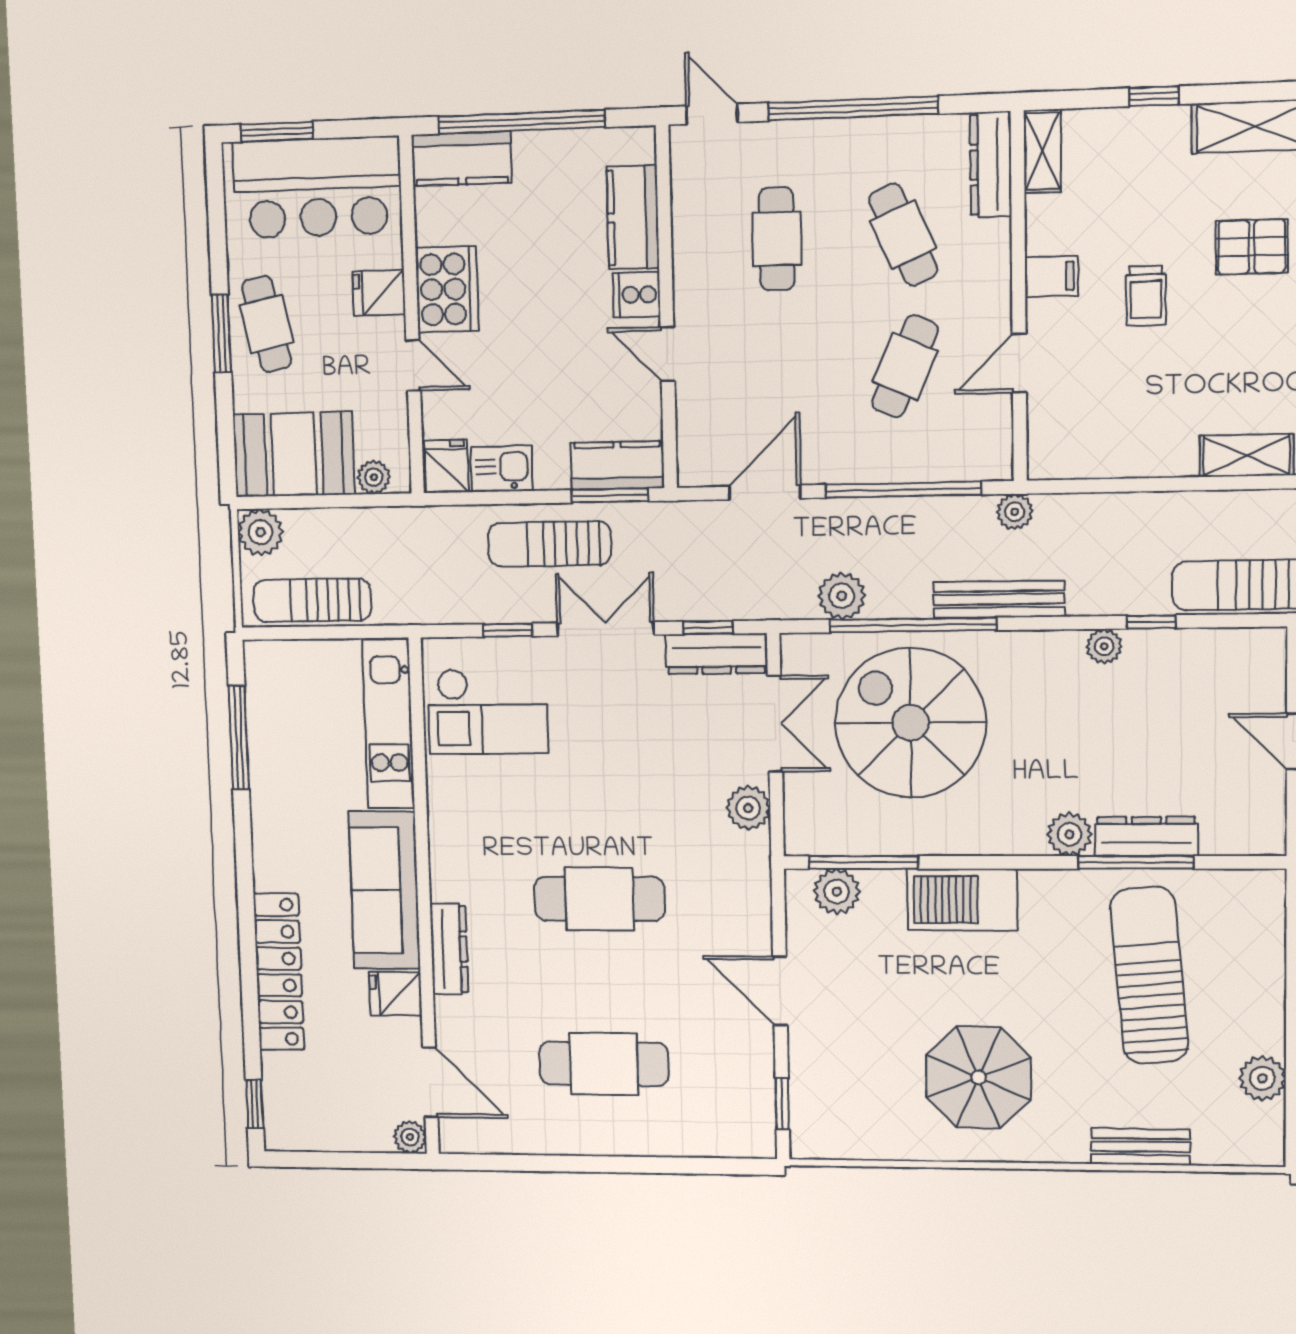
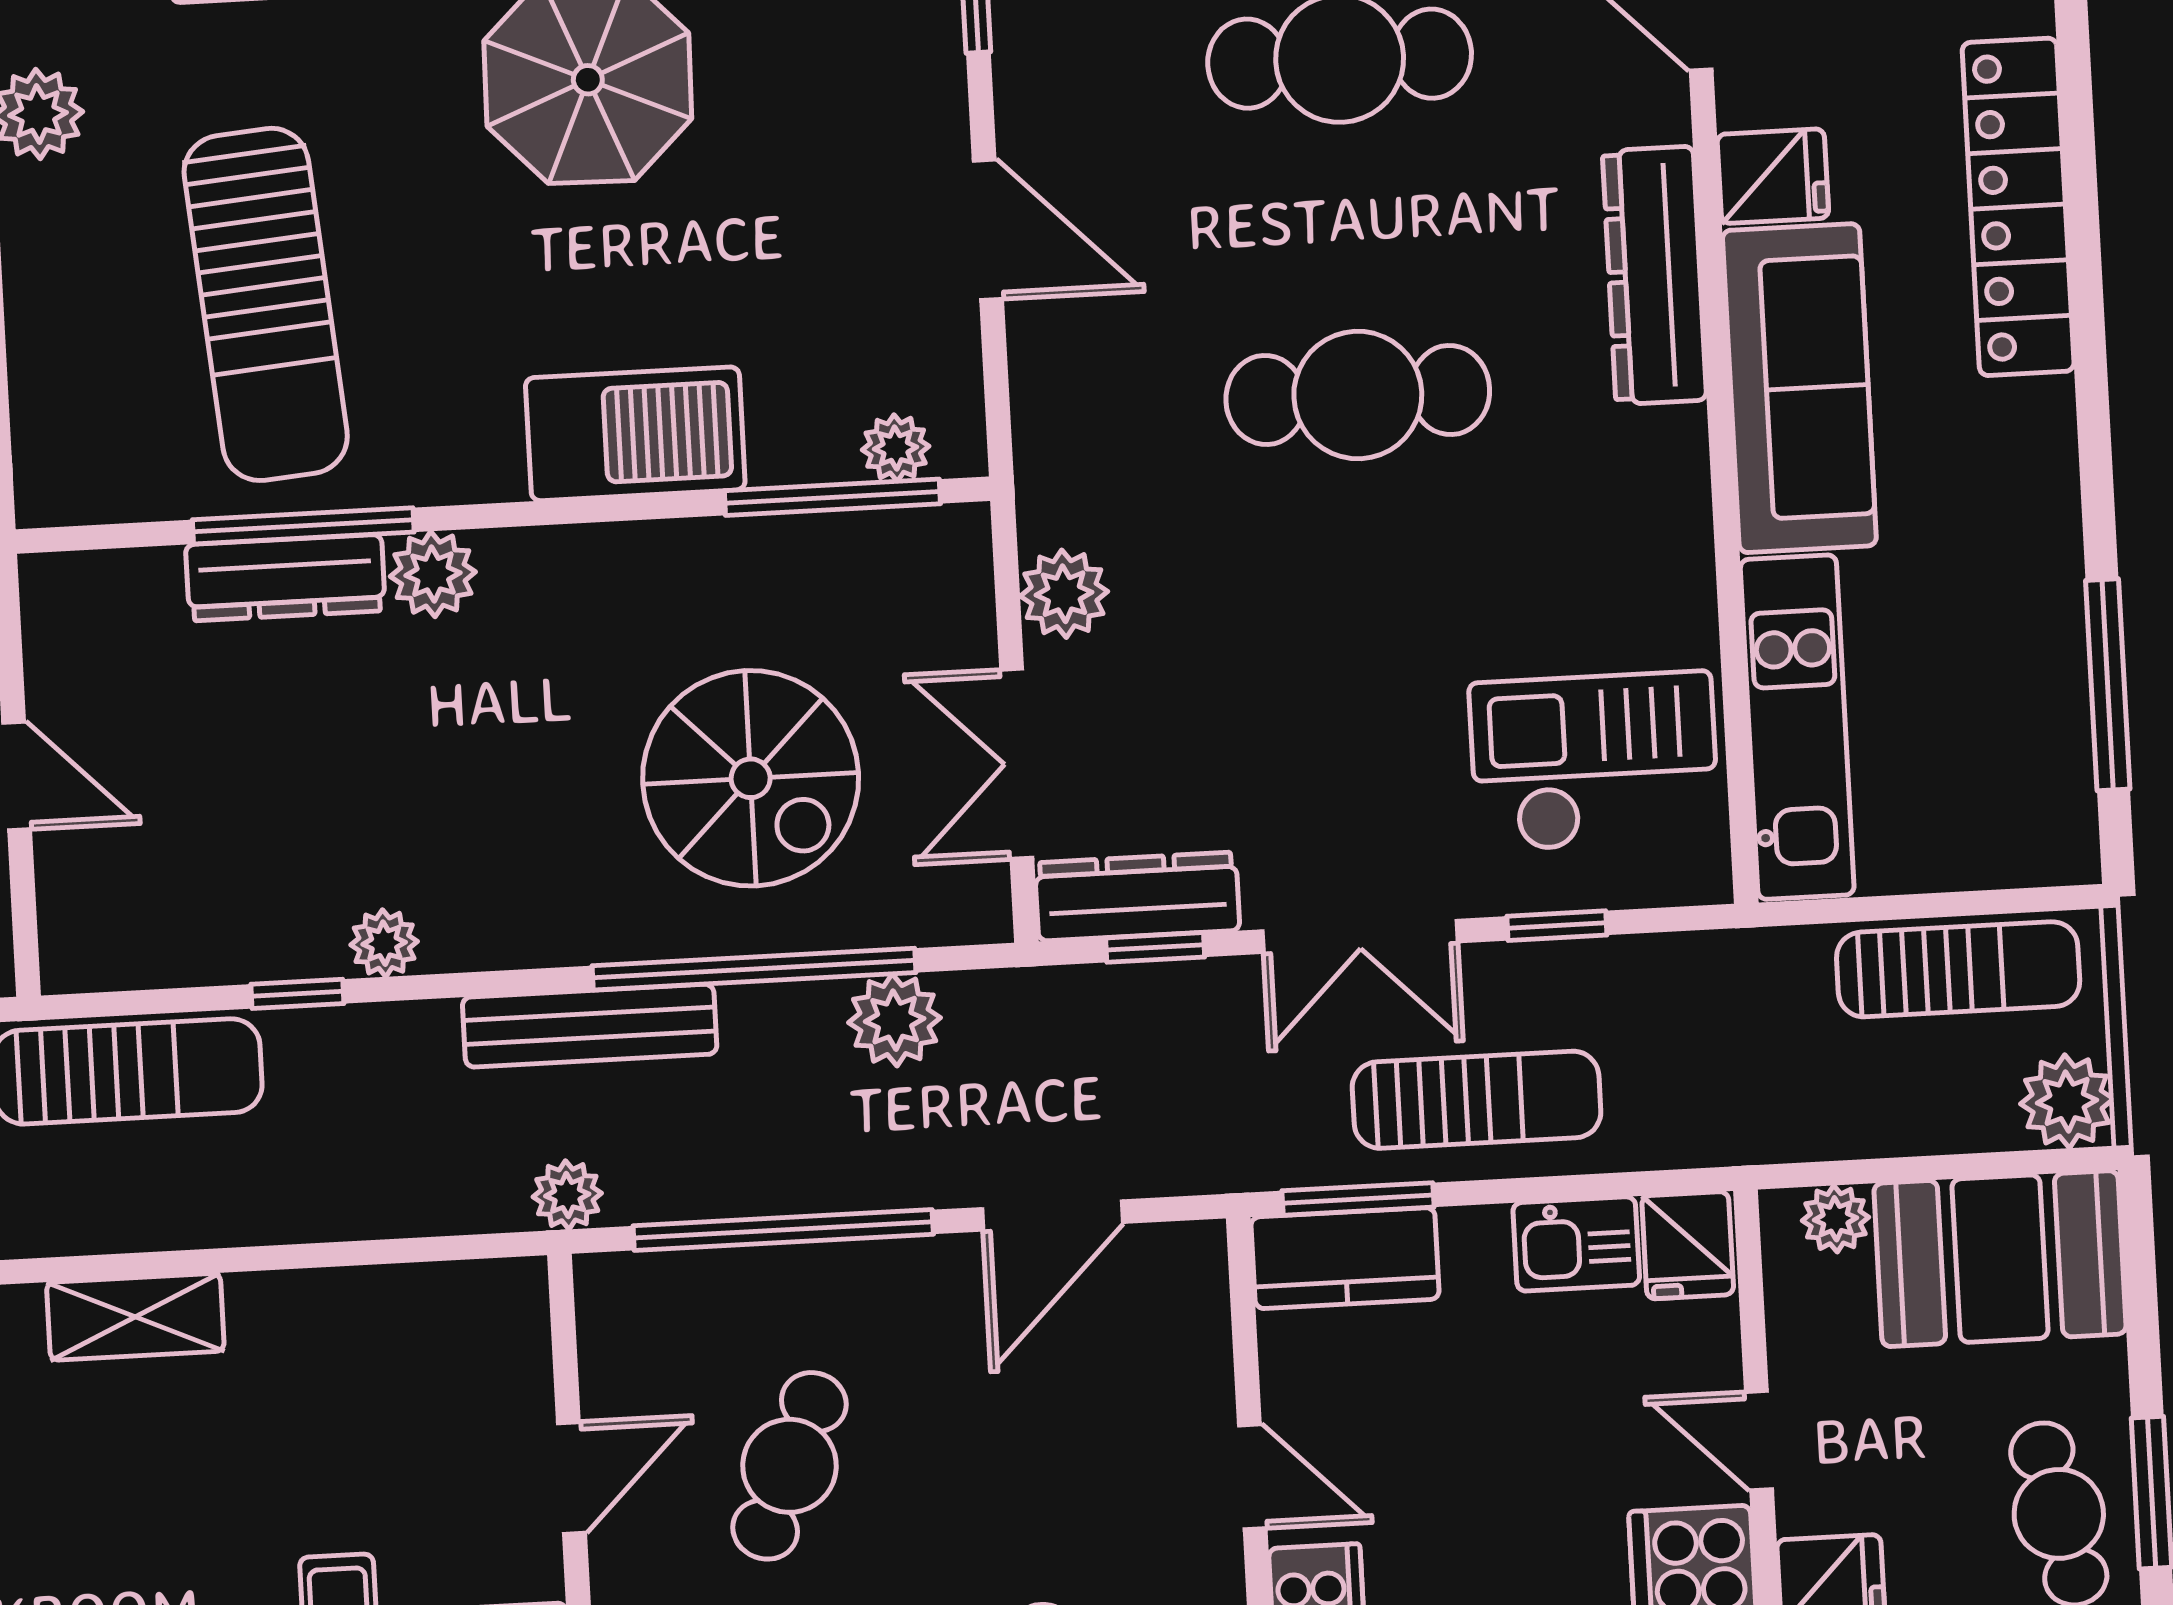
spiral stairs: (911, 723) -> (751, 778), width x0.73, depth x0.73
plant: (837, 892) -> (896, 448), width x0.73, depth x0.73
dresser: (449, 949) -> (1655, 275), width x1.37, depth x1.24

